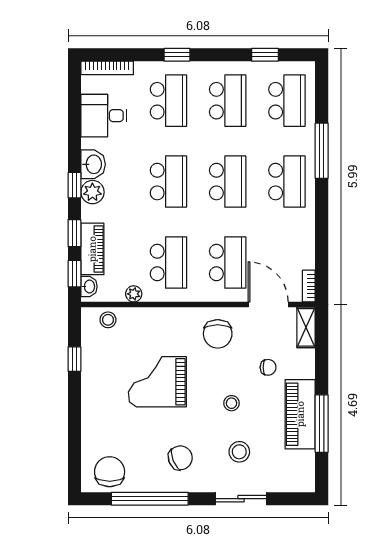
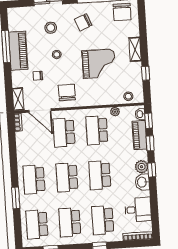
window: (322, 151) -> (16, 198), width x0.69
shelving: (91, 403) -> (135, 49), added

